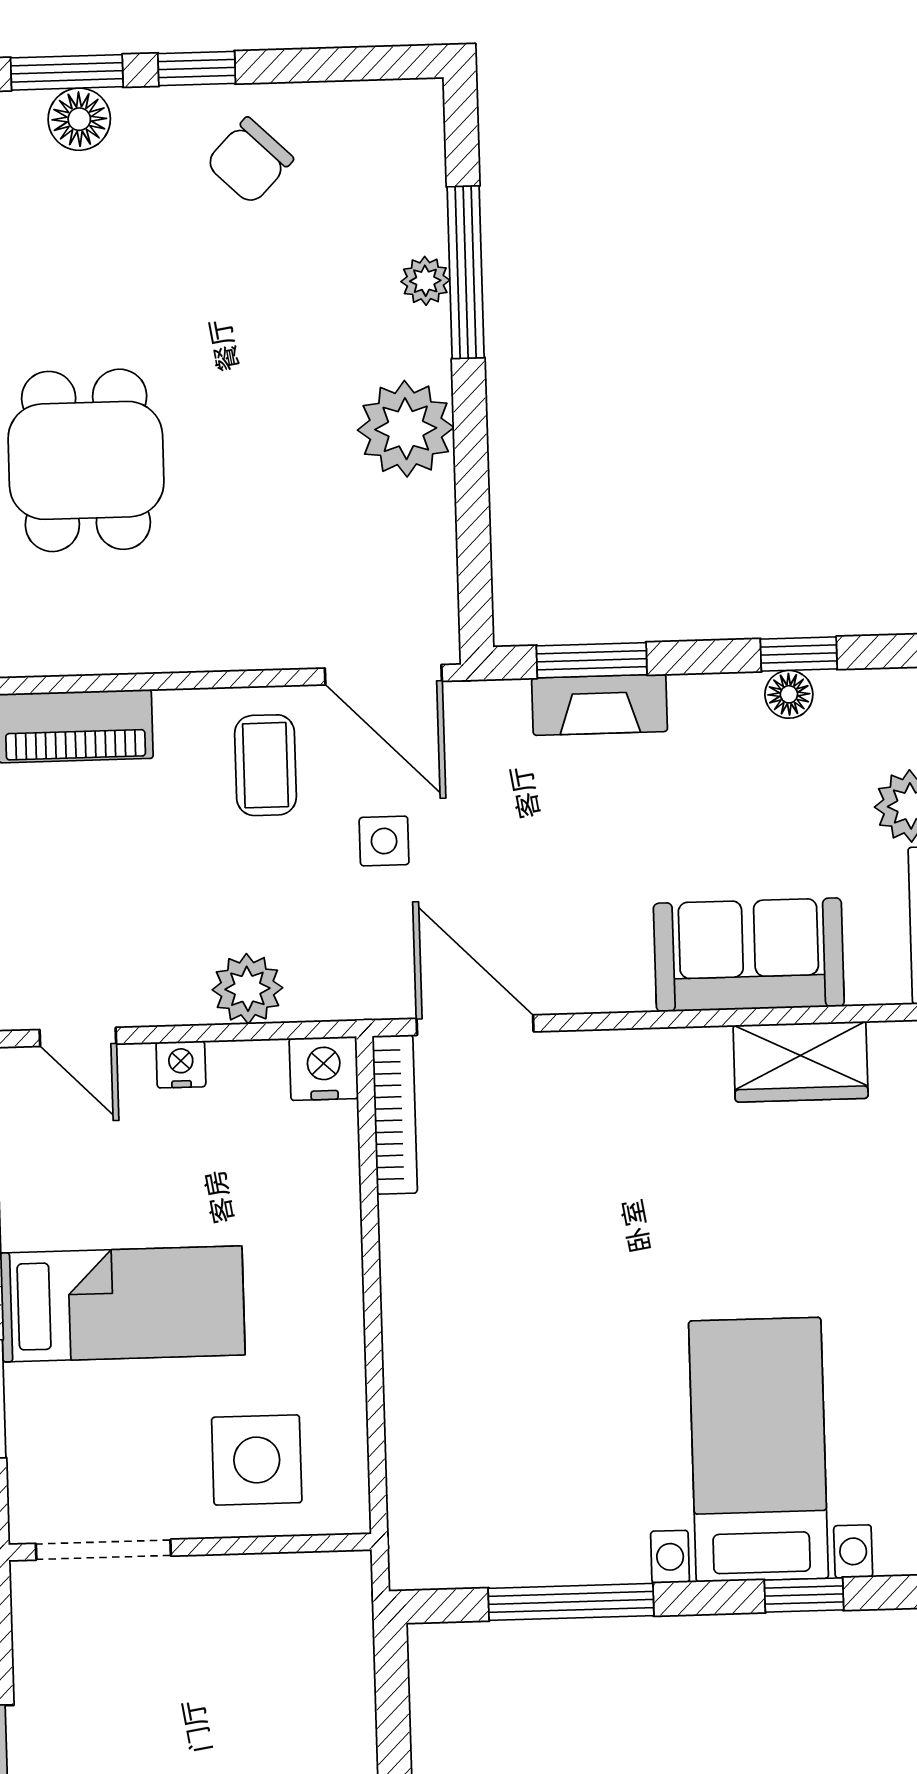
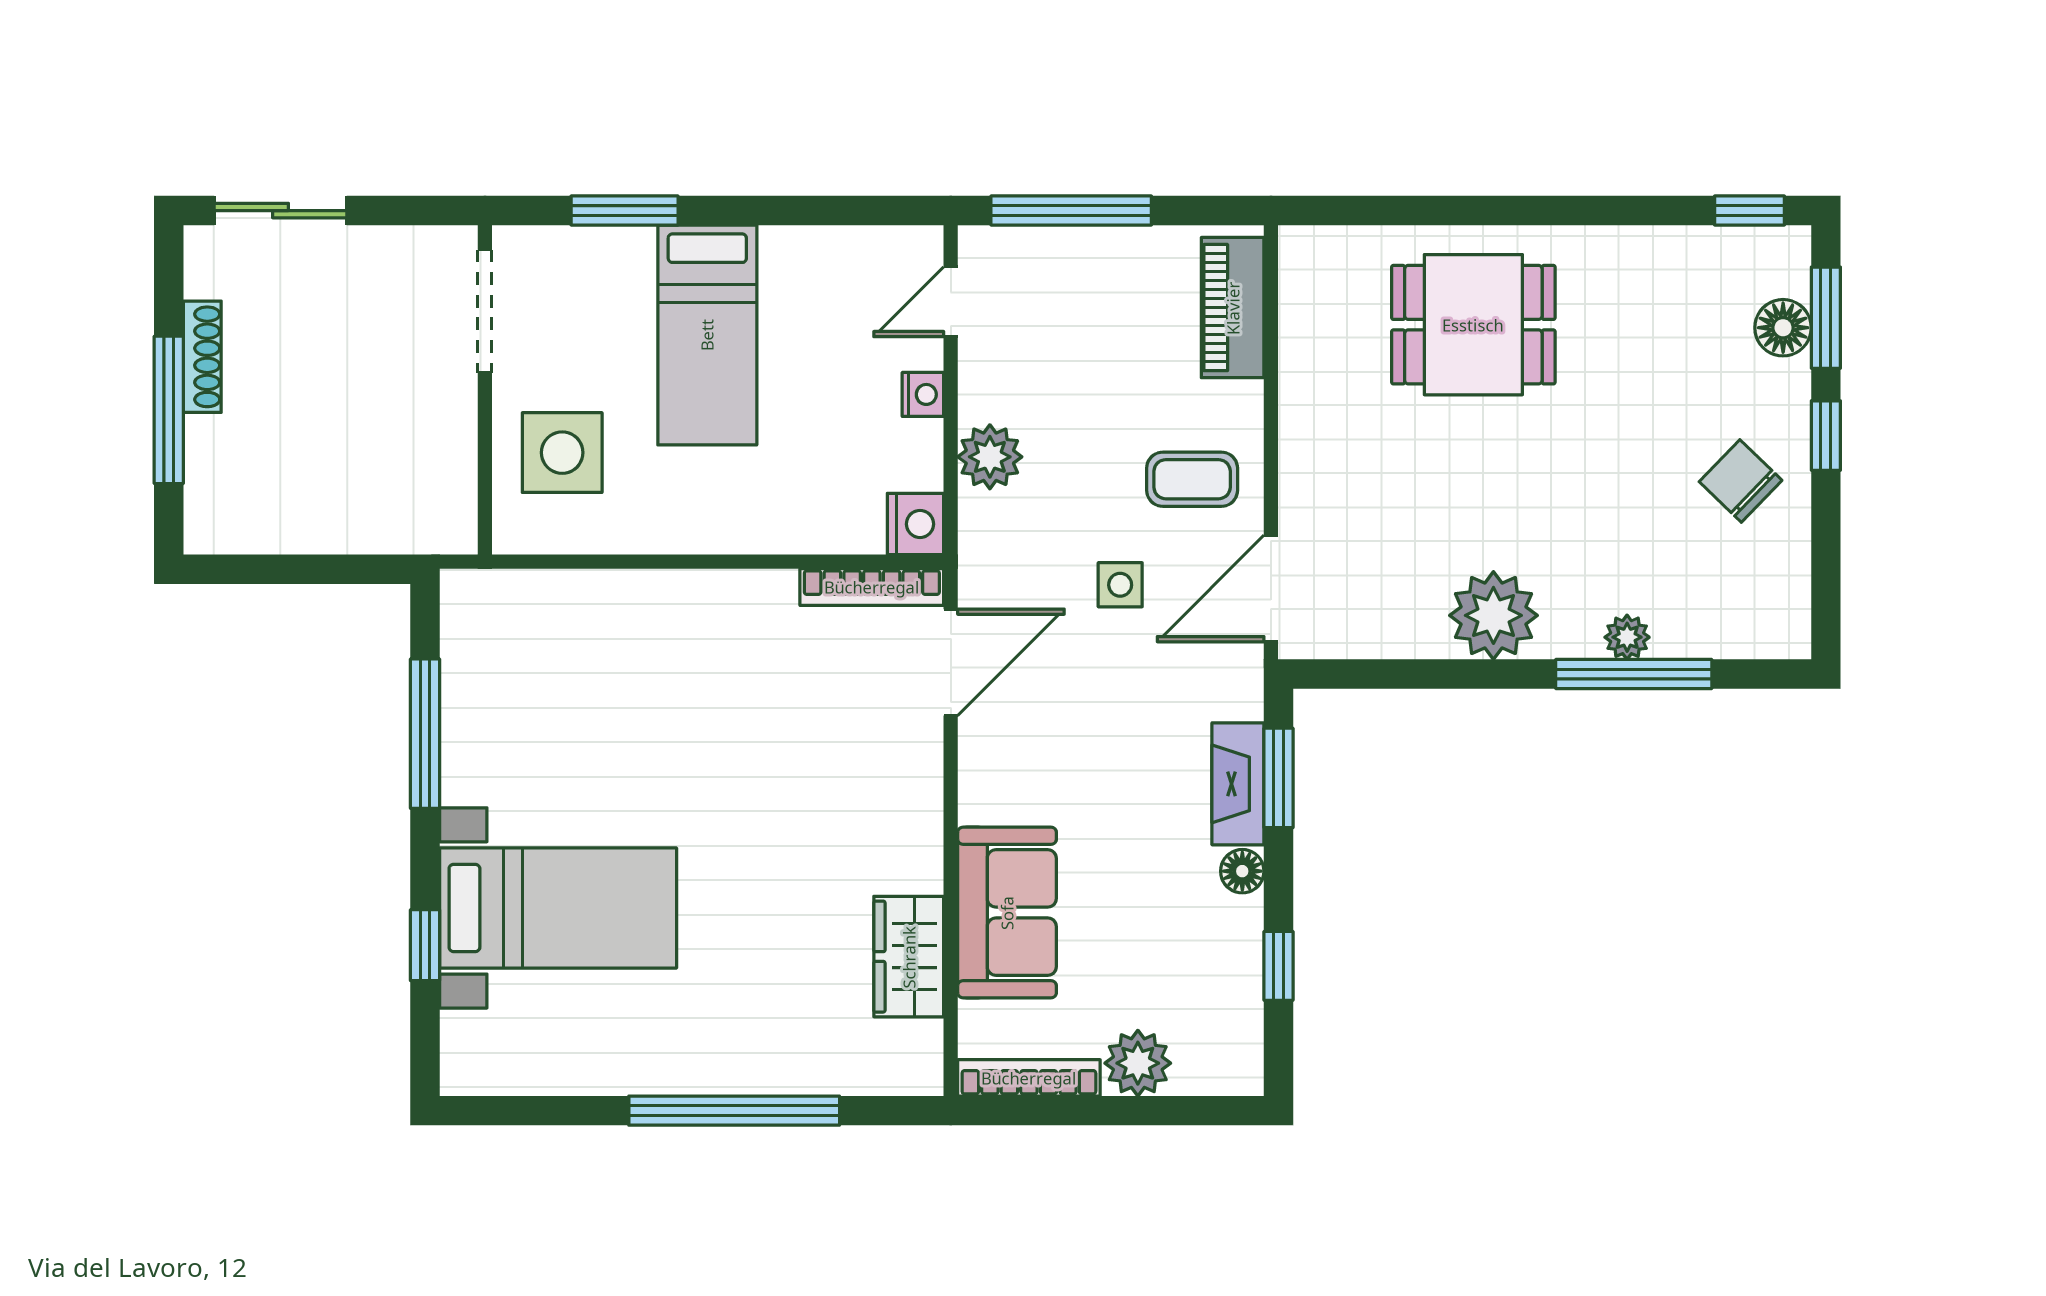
floor lamp: (789, 694) -> (1242, 871), moved

